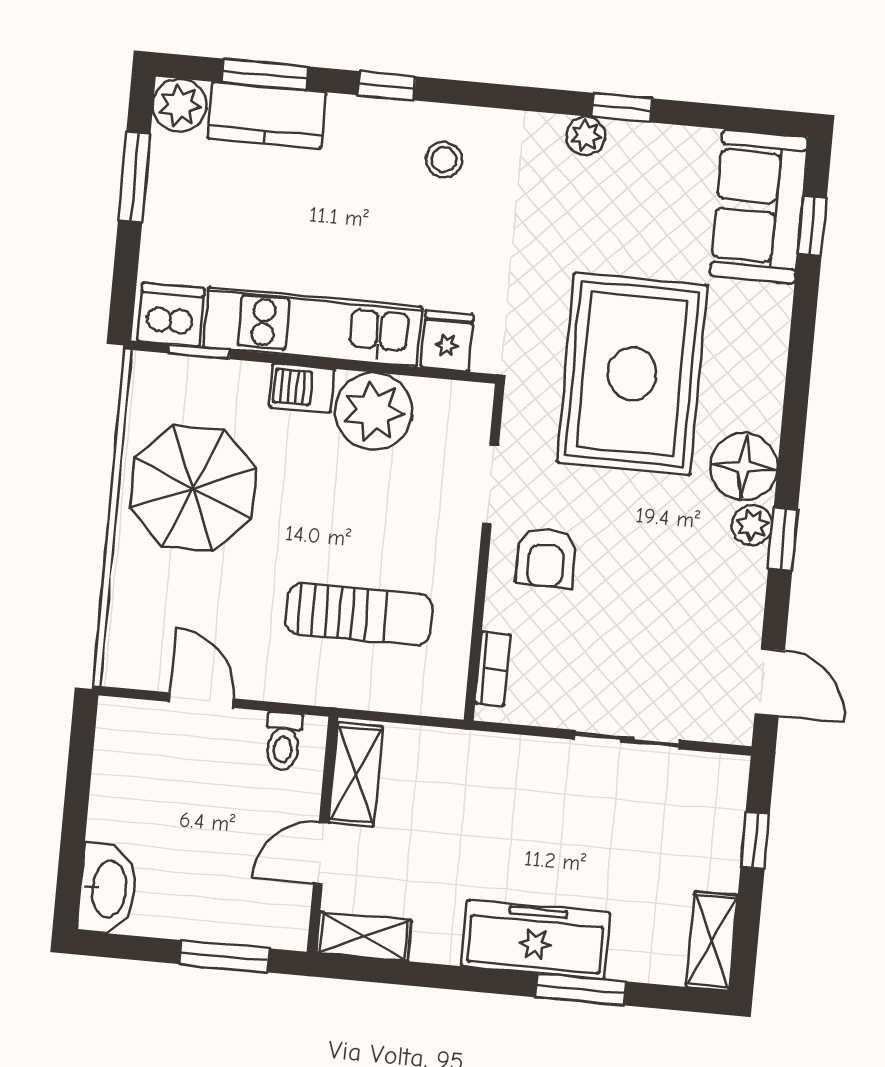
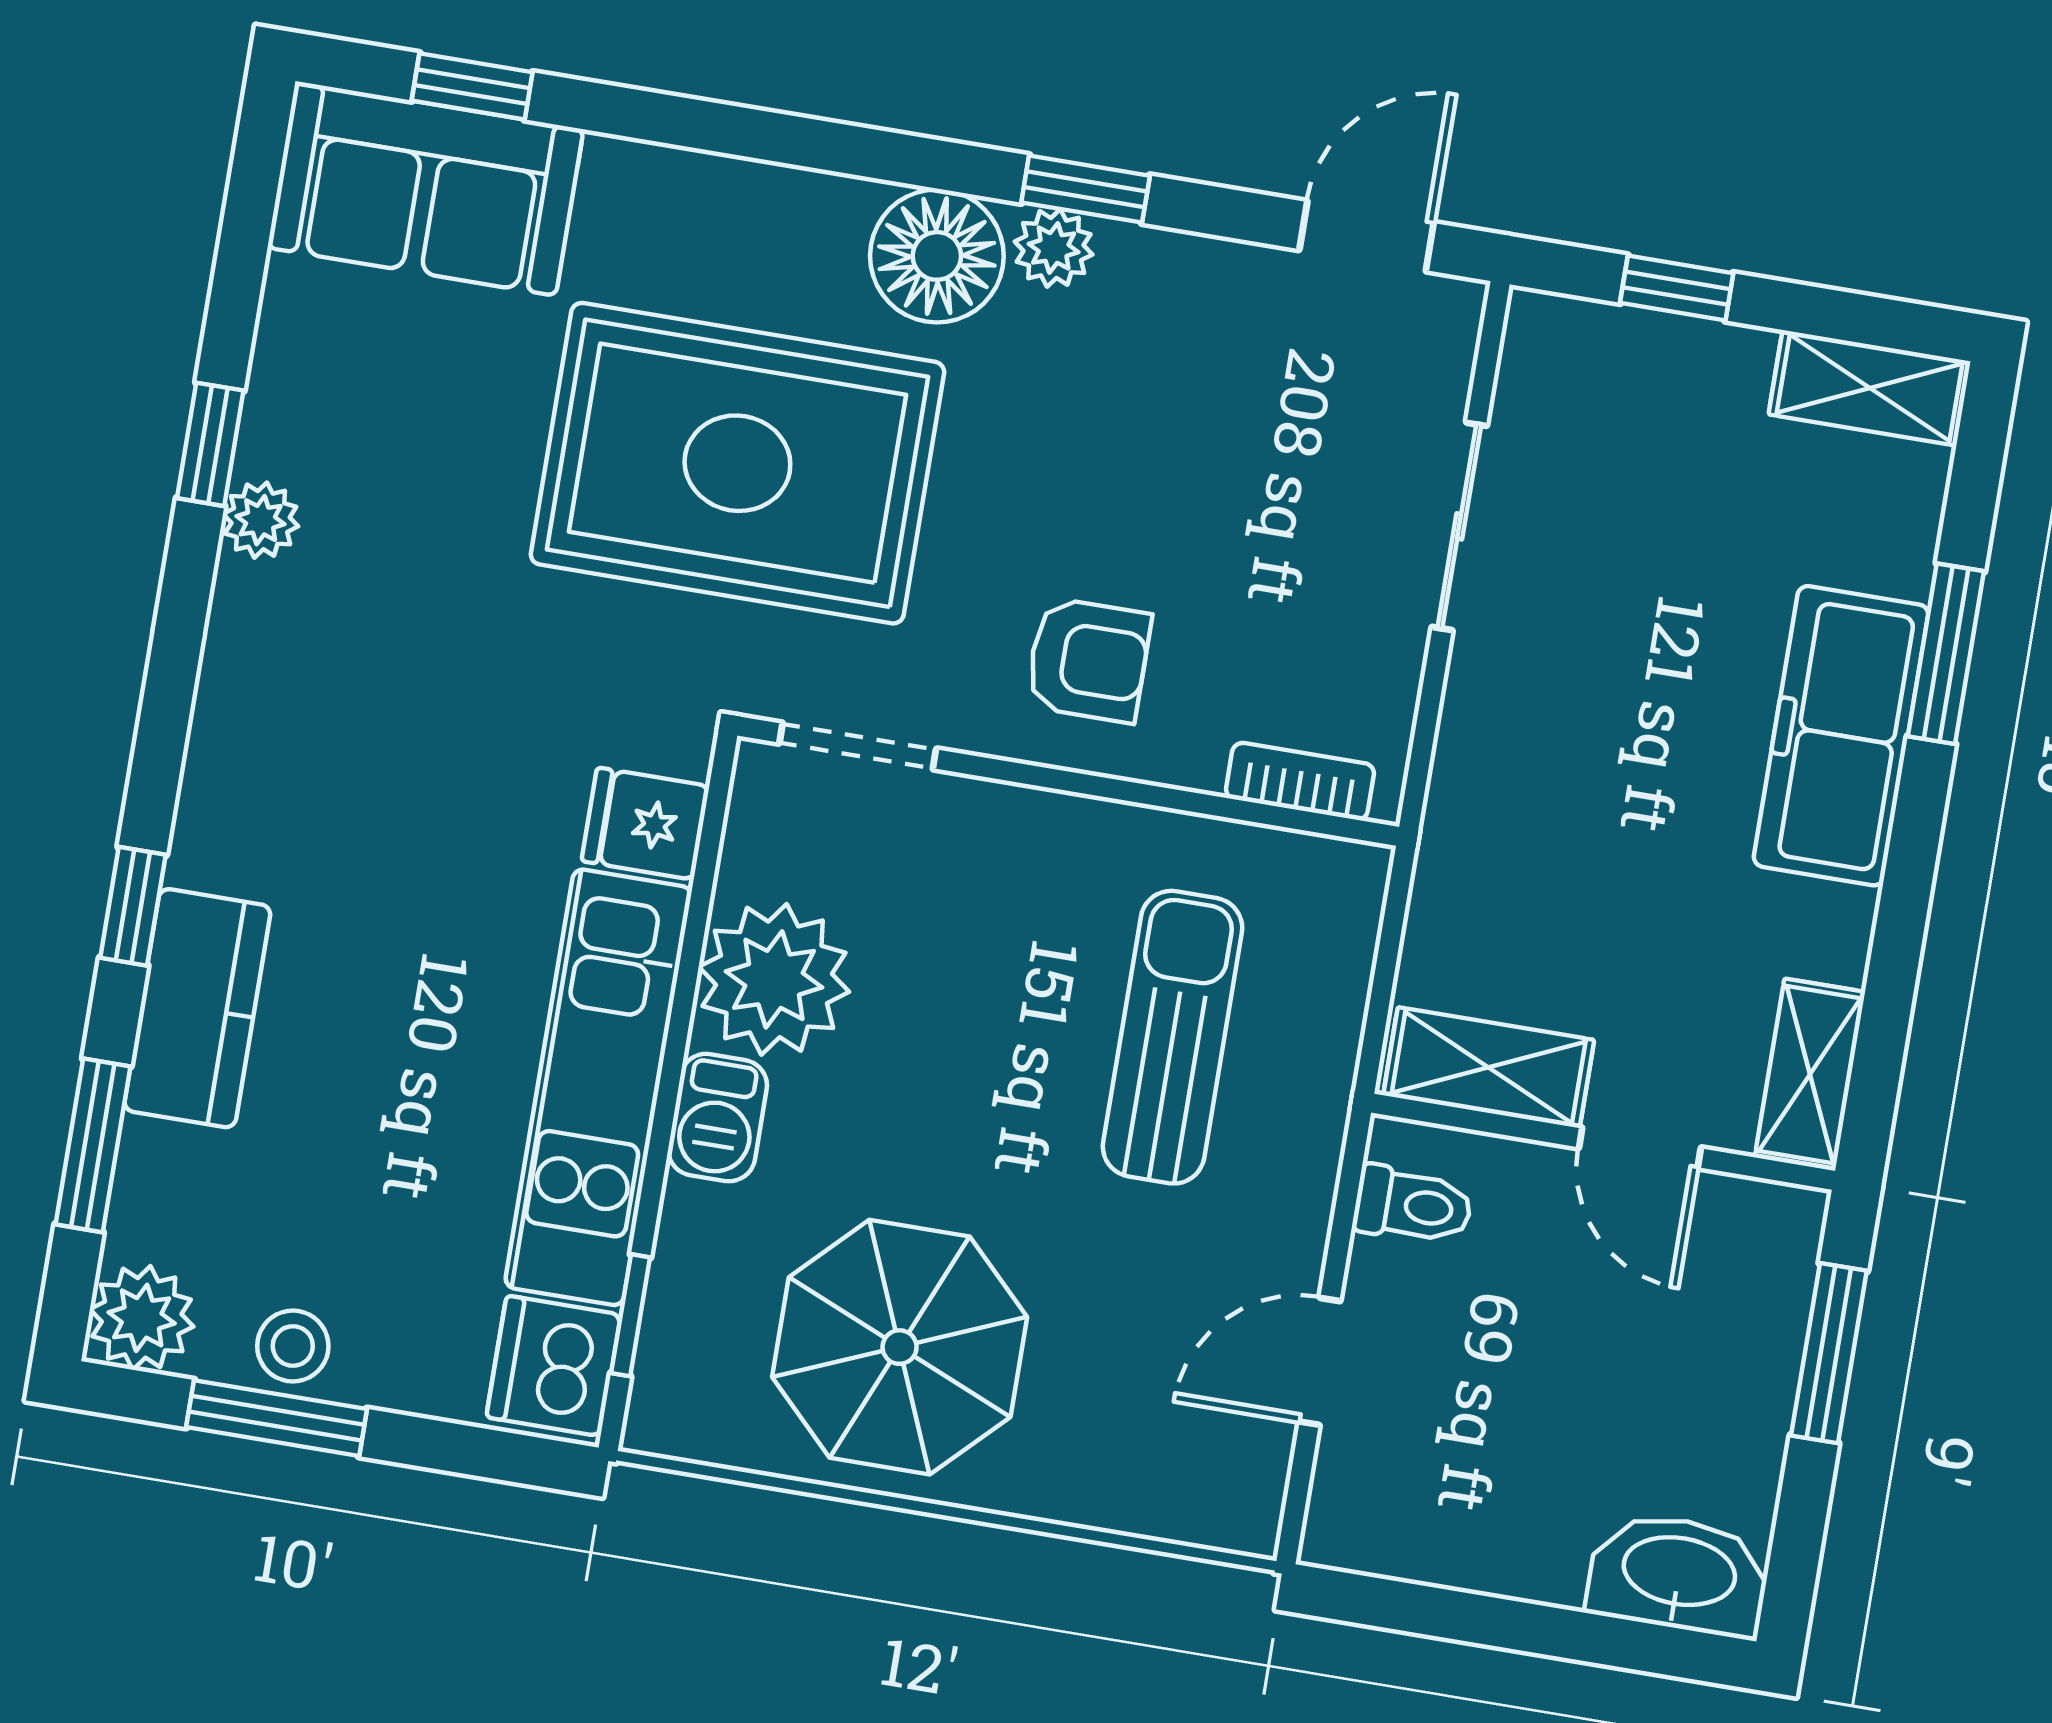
kitchen counter: (267, 115) -> (197, 1008), moved
stool: (444, 160) -> (293, 1346), moved
doorway: (490, 484) -> (858, 746), moved

